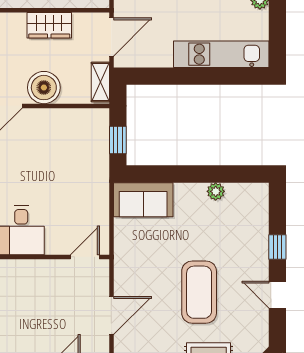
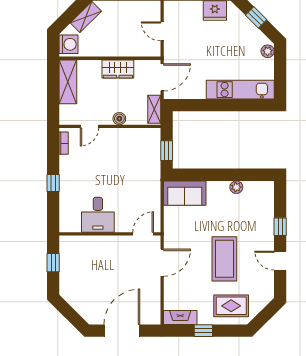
boiler: (44, 88) -> (119, 119), width x0.54, depth x0.54
door: (111, 316) -> (162, 263), moved

